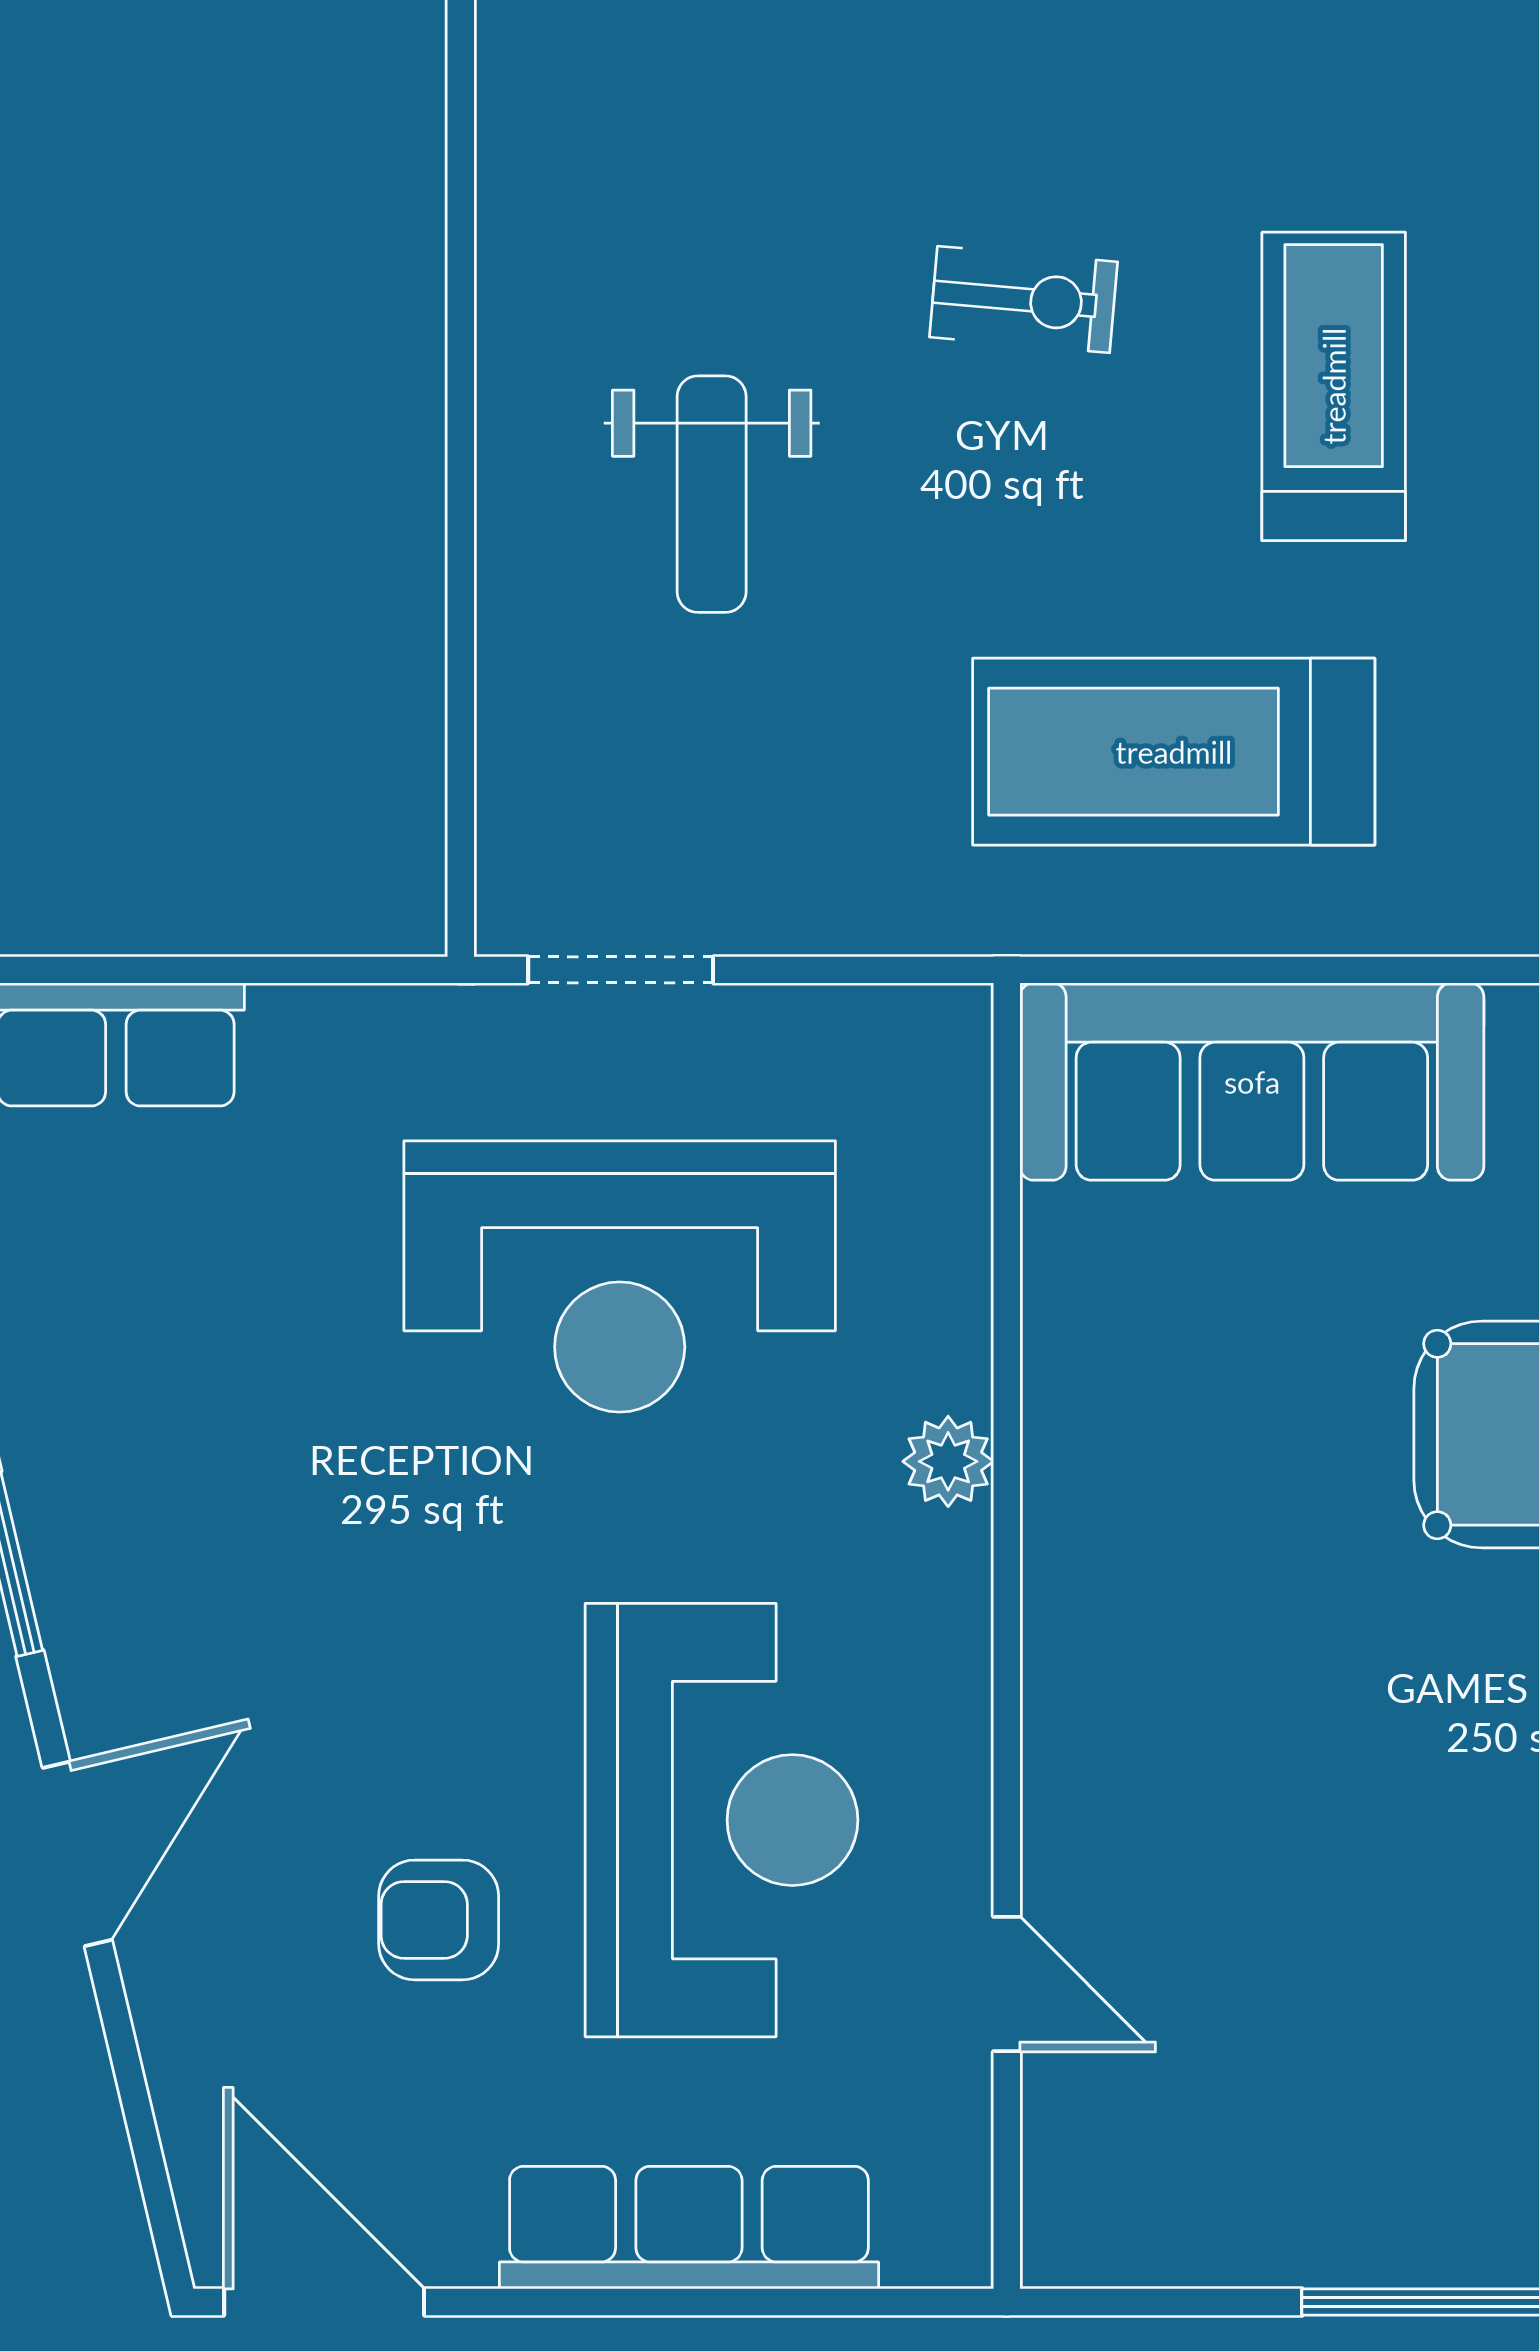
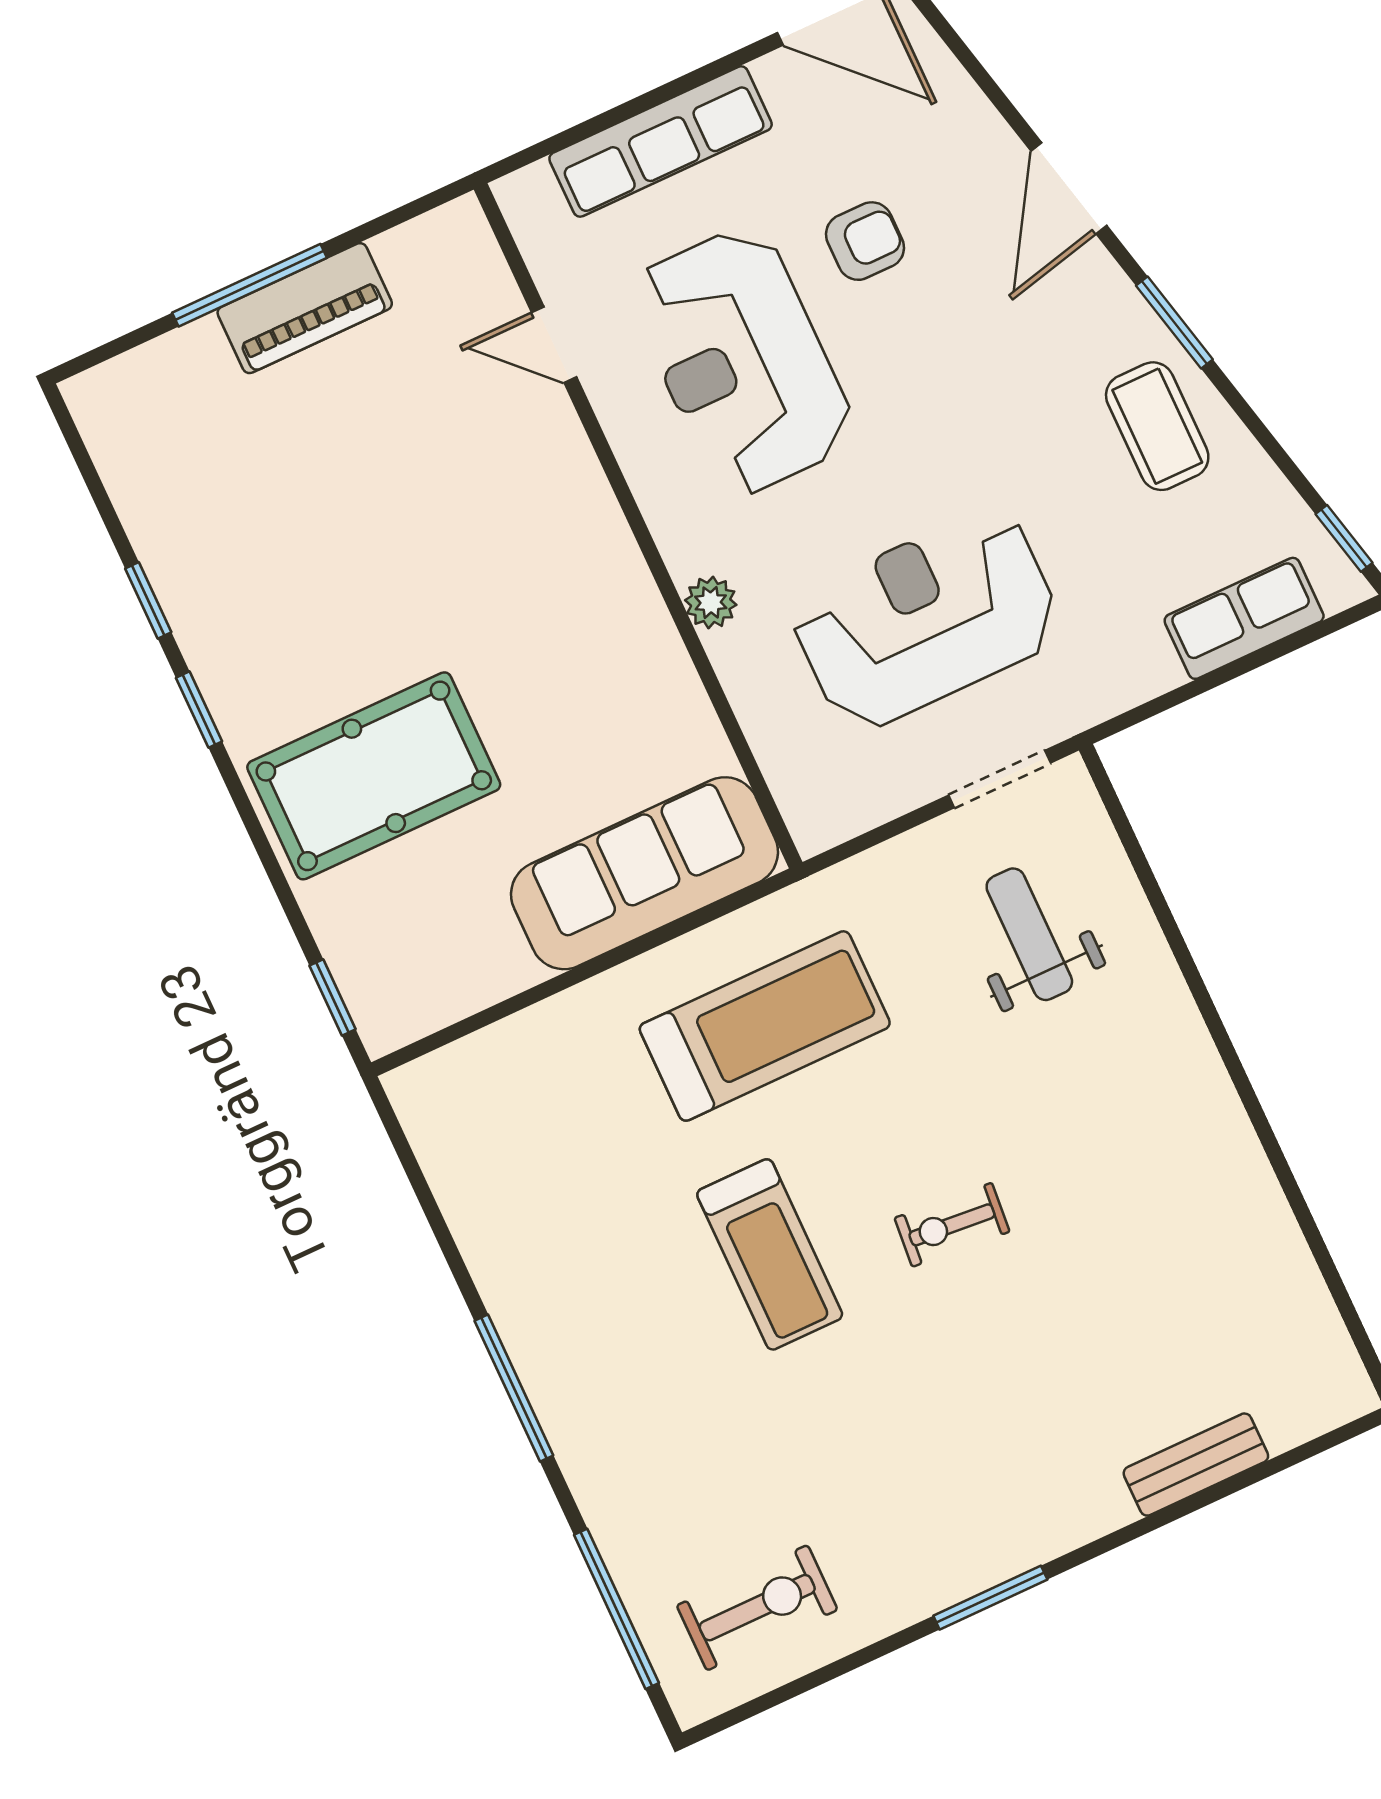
weight bench: (712, 494) -> (1029, 934), moved
coffee table: (112, 1412) -> (1157, 426), added
piano: (1374, 2225) -> (305, 308), added

